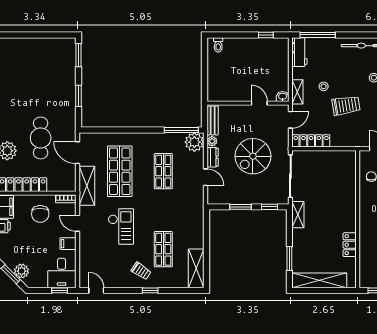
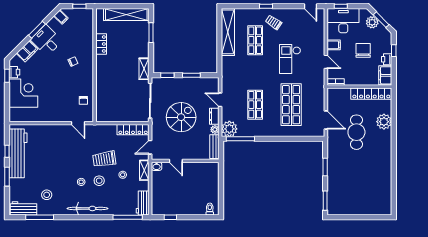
stool: (352, 79) -> (99, 181), added
shelving: (87, 186) -> (318, 93), removed
chair: (40, 214) -> (363, 50), moved
shelving: (196, 268) -> (228, 32), width x1.47
desk: (62, 273) -> (343, 21), width x1.37

